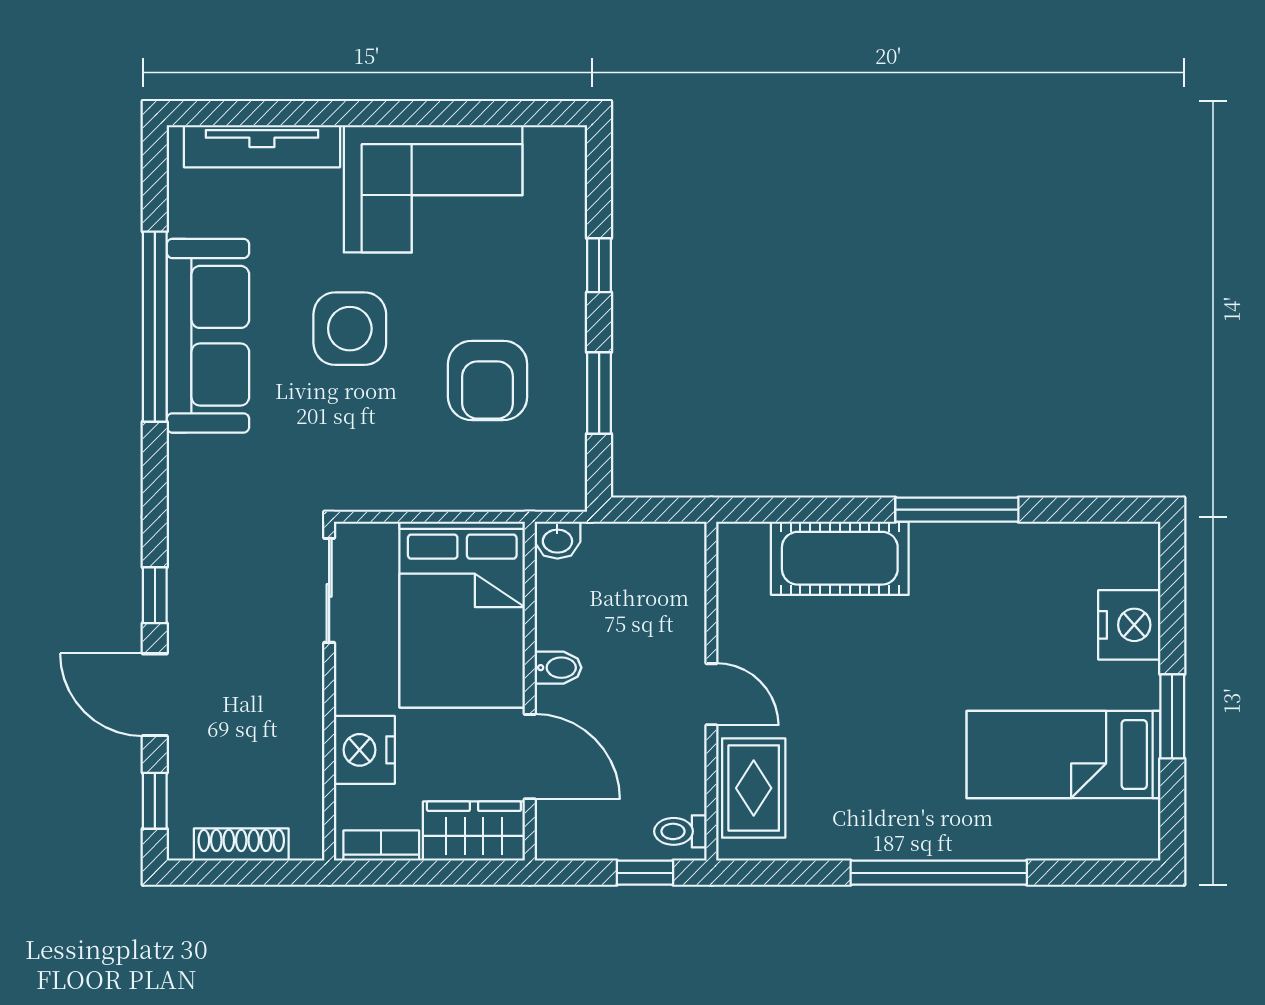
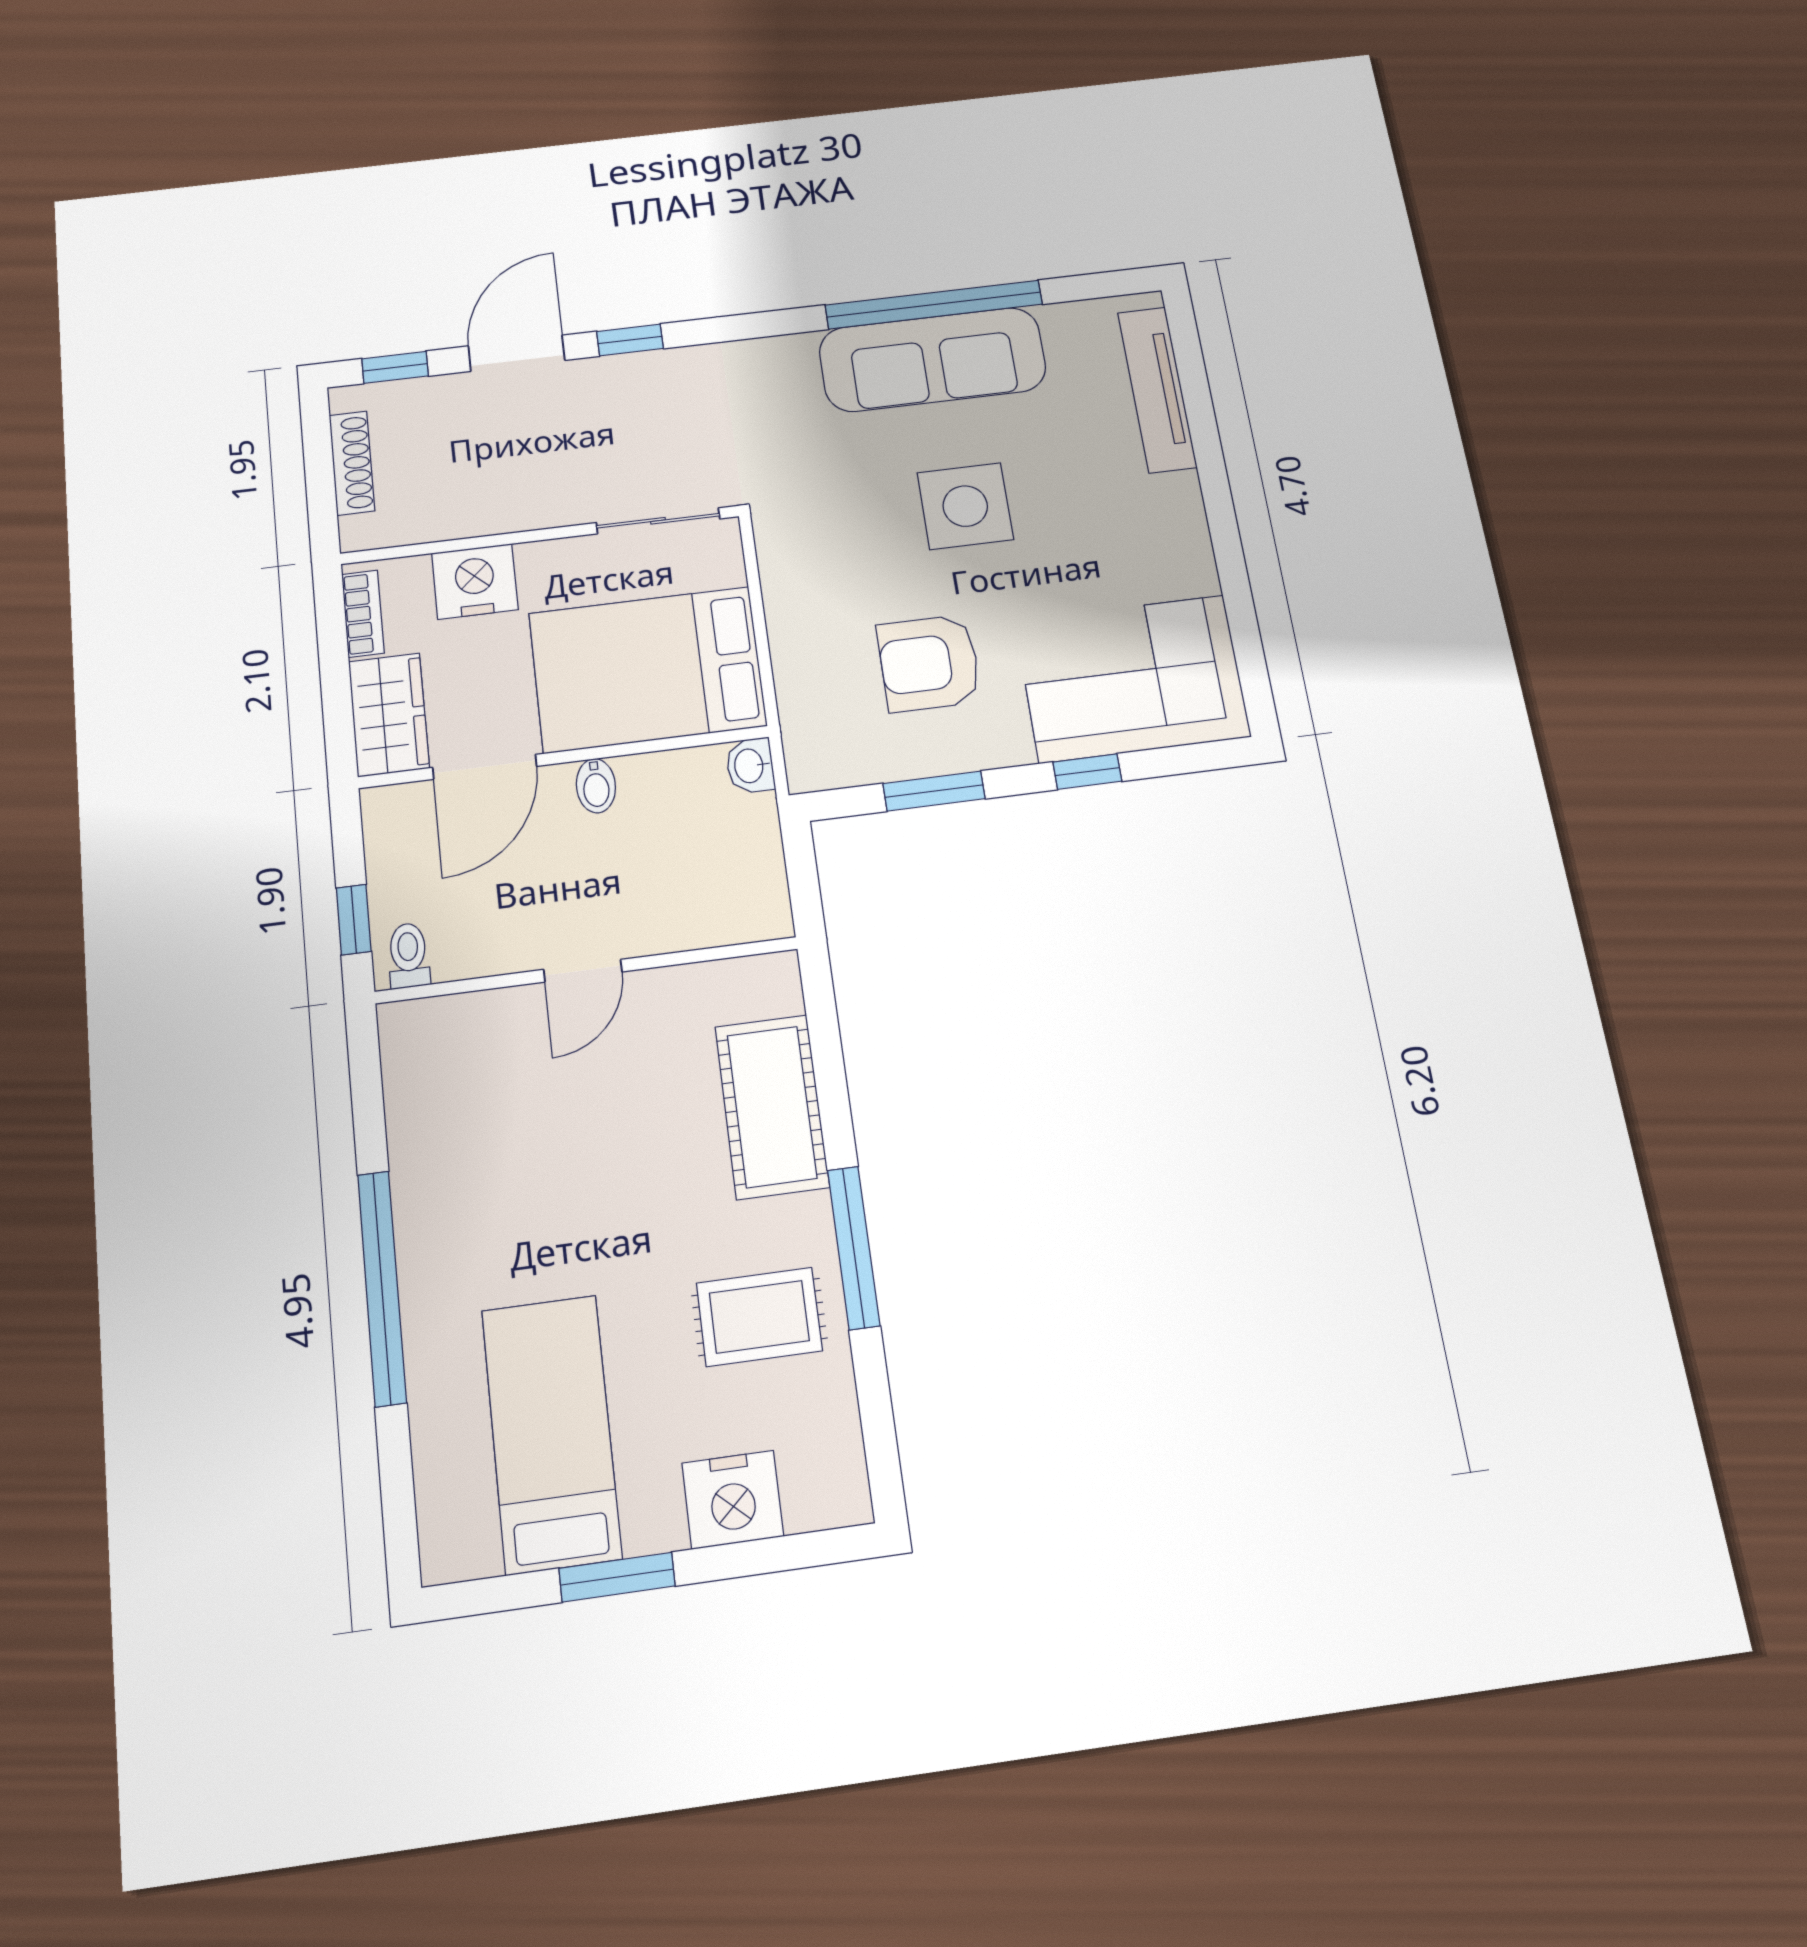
corner sofa: (433, 189) -> (1132, 679), moved, turned 90
rug: (754, 788) -> (759, 1317), moved

